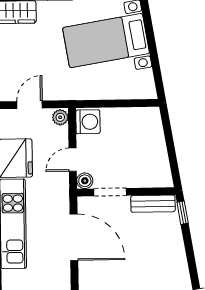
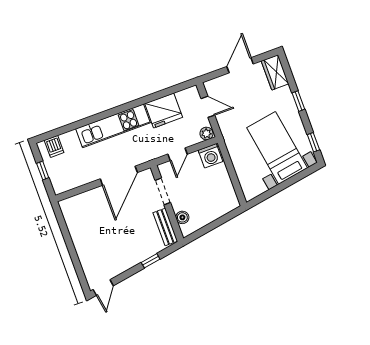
door: (73, 160) -> (178, 154), swing flipped
boiler: (85, 181) -> (182, 217), moved
window: (183, 213) -> (151, 261), moved

